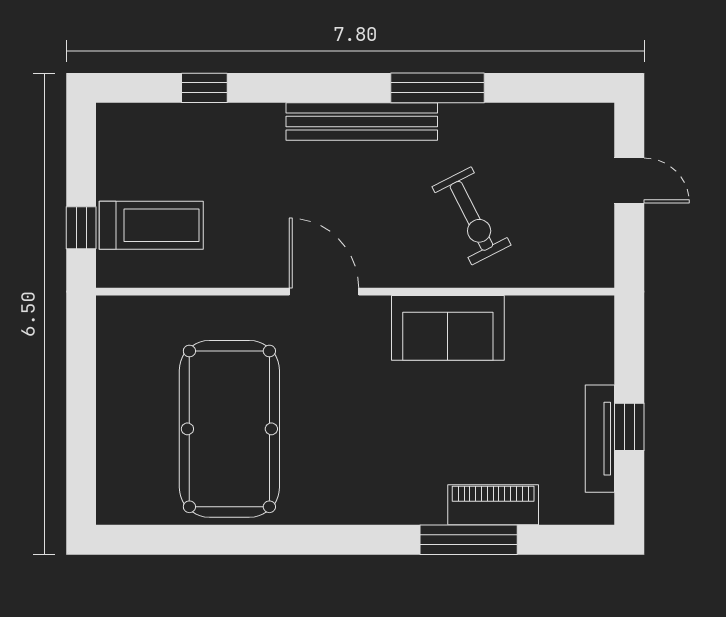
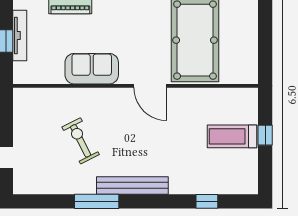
door: (324, 292) -> (150, 86), moved
wall: (355, 292) -> (136, 86), moved
sofa: (448, 328) -> (92, 69), moved

